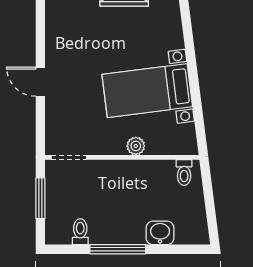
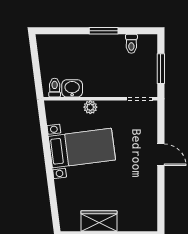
washbasin: (160, 233) -> (72, 88), moved, turned 180
window: (118, 249) -> (104, 31), width x0.69

